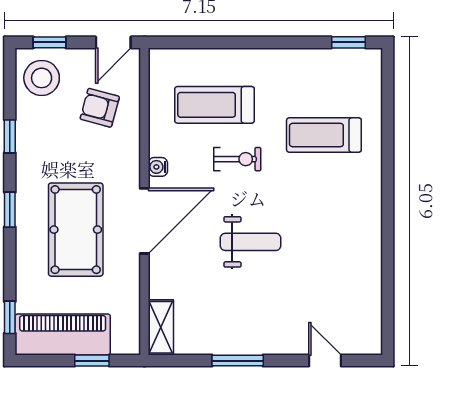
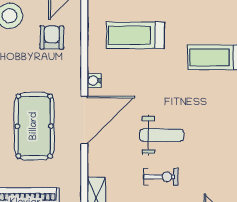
armchair: (100, 108) -> (52, 37), turned 75
exercise bike: (237, 159) -> (161, 177), moved

